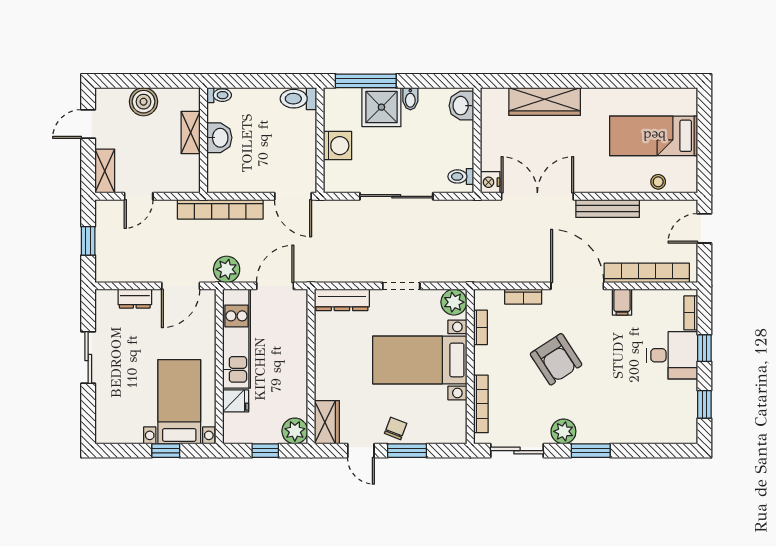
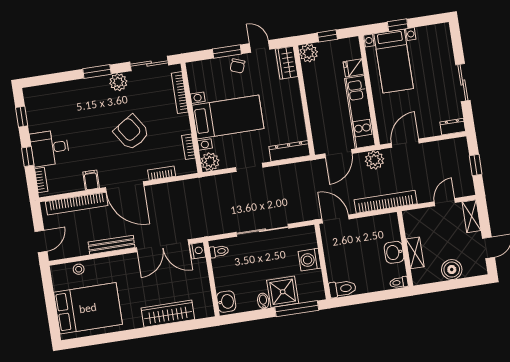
bed: (654, 136) -> (88, 308), width x1.50
dresser: (135, 299) -> (453, 127), moved

